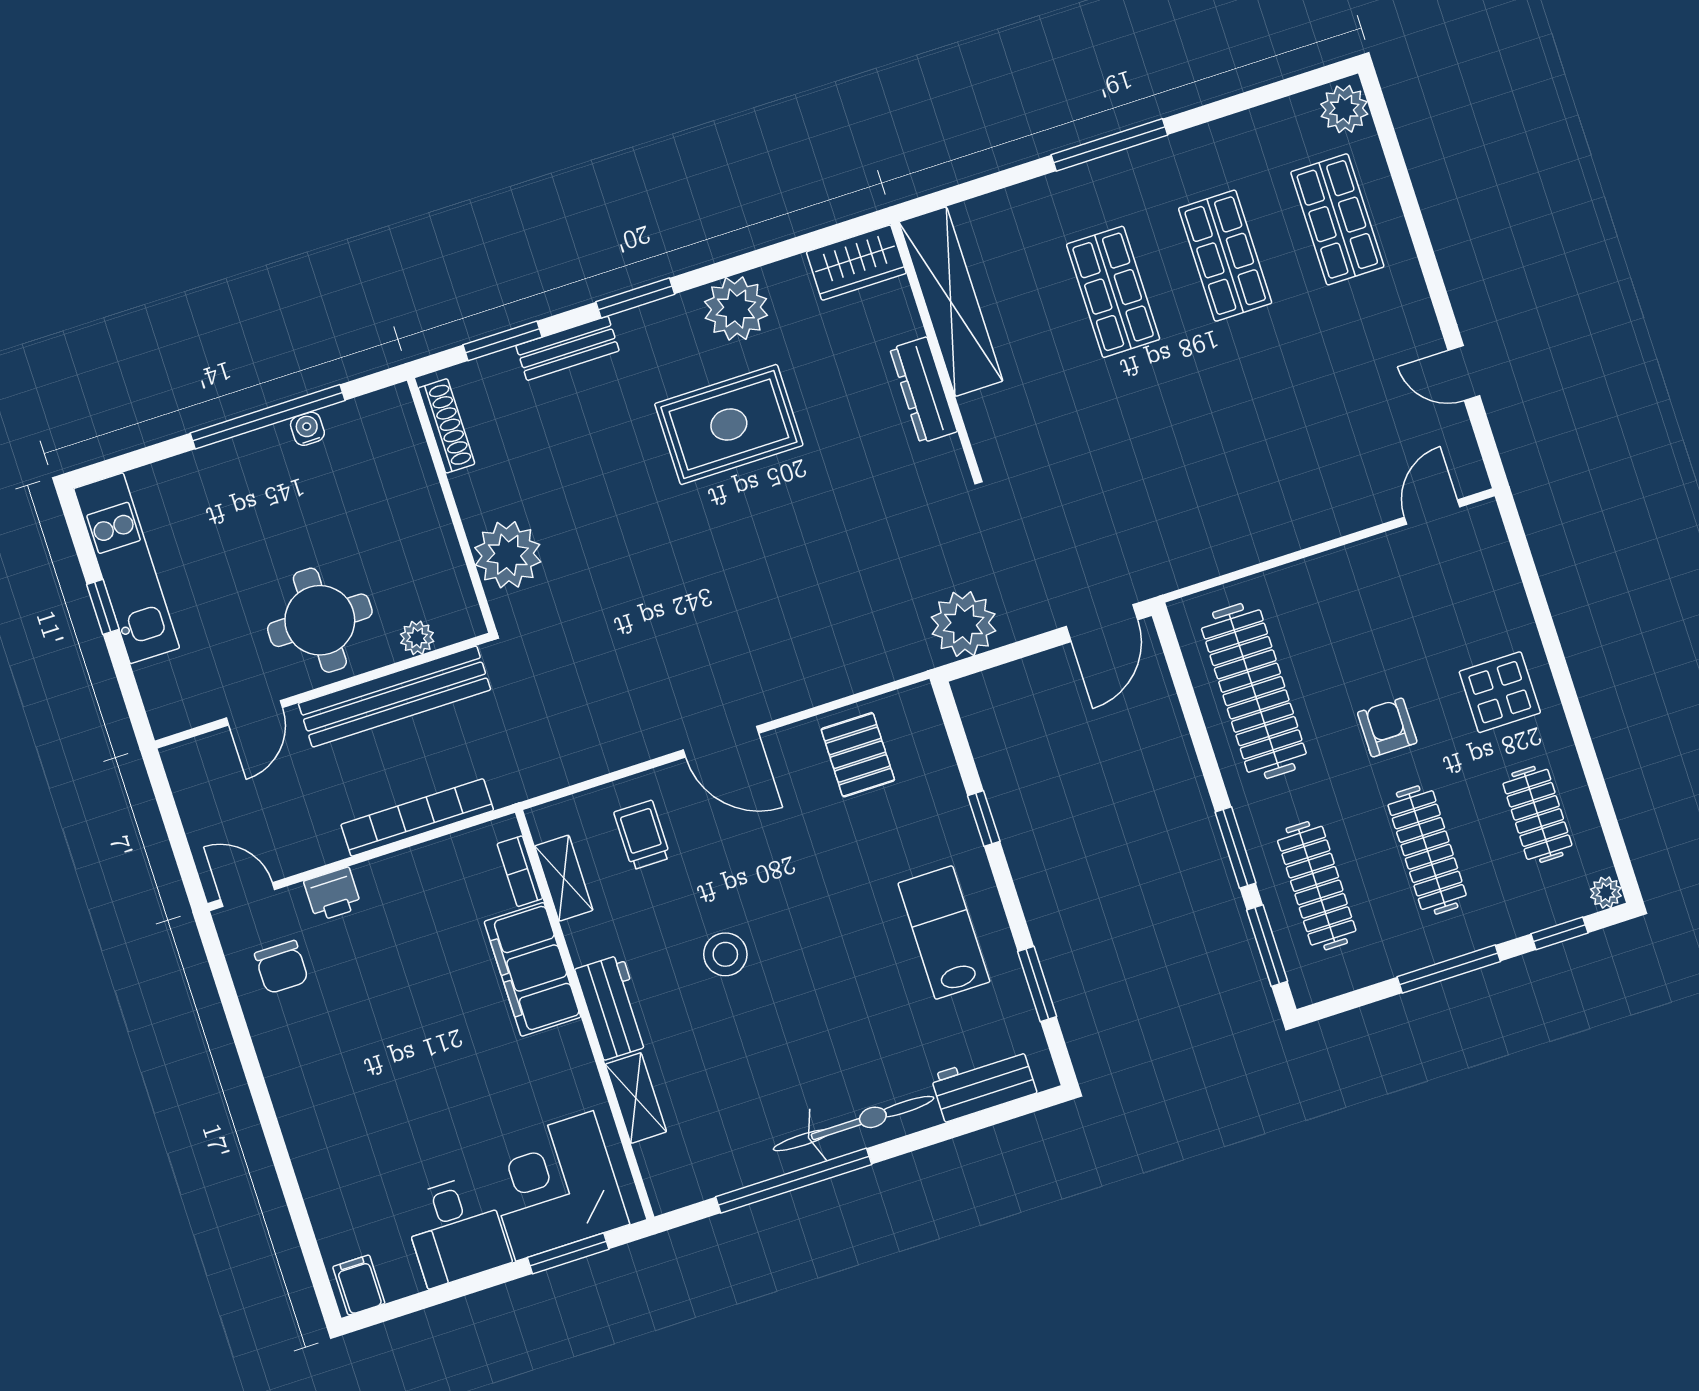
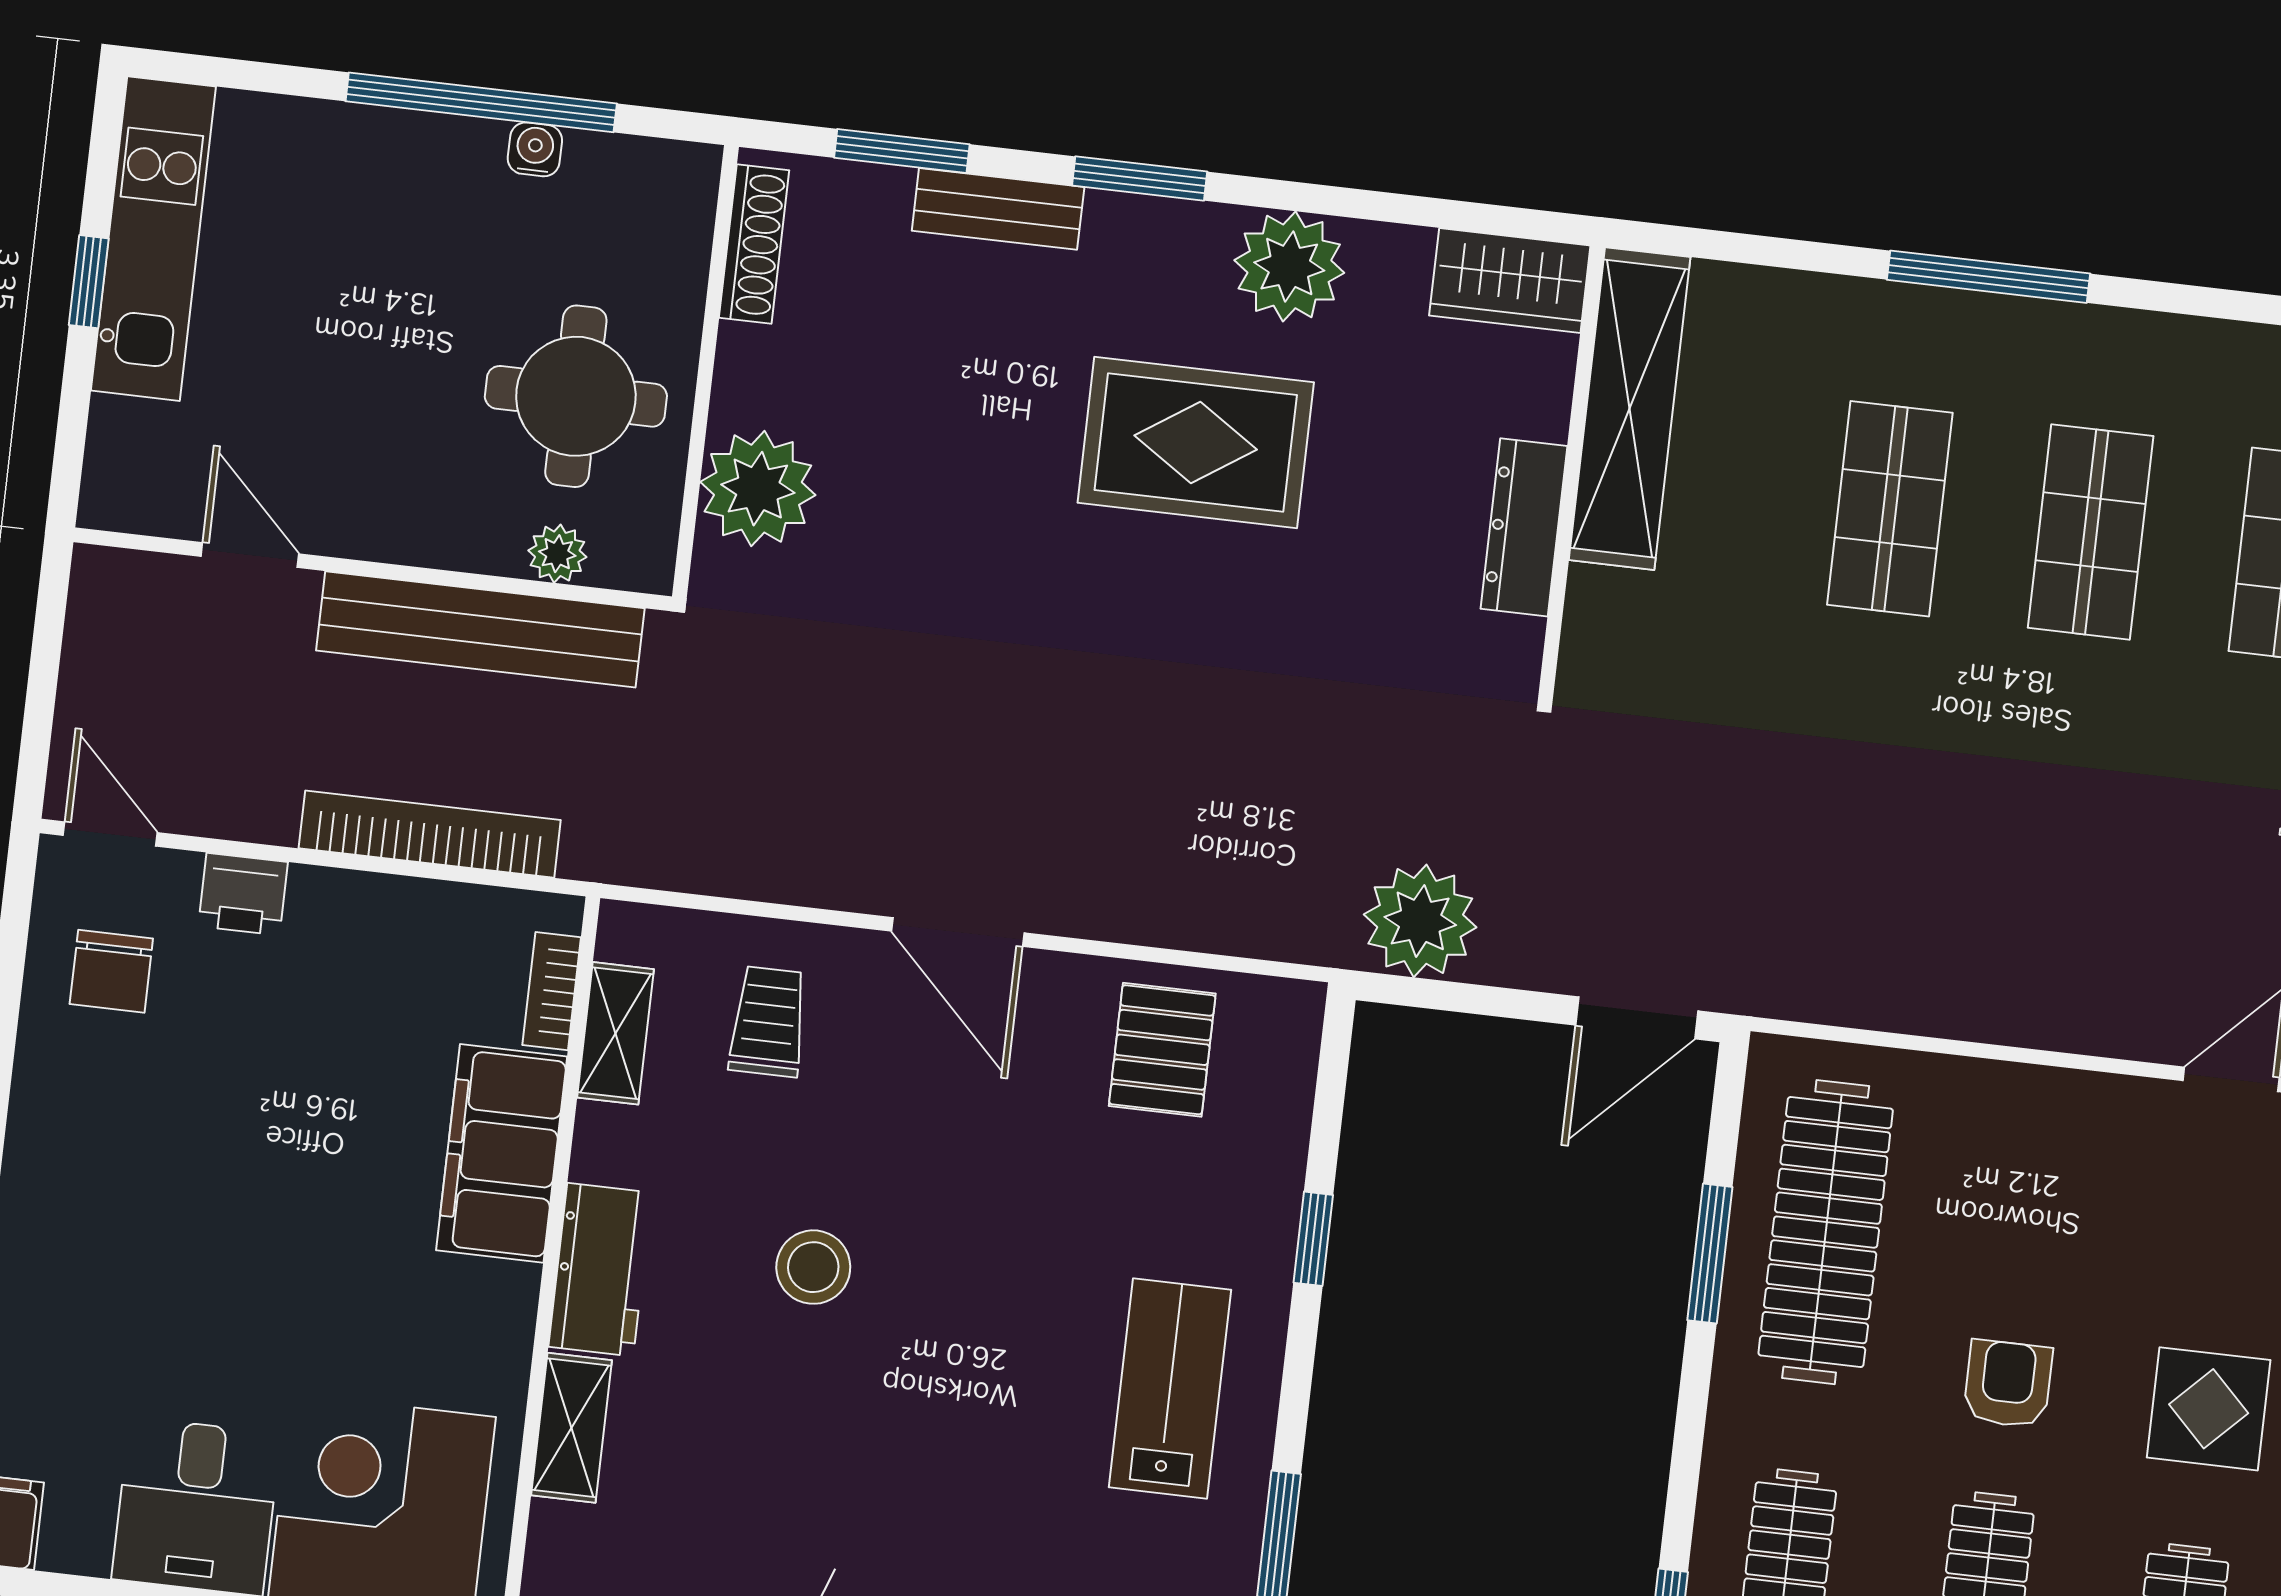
round table: (320, 620) -> (576, 396), moved
door: (254, 713) -> (250, 555), swing flipped
window: (1235, 848) -> (1710, 1254), moved

